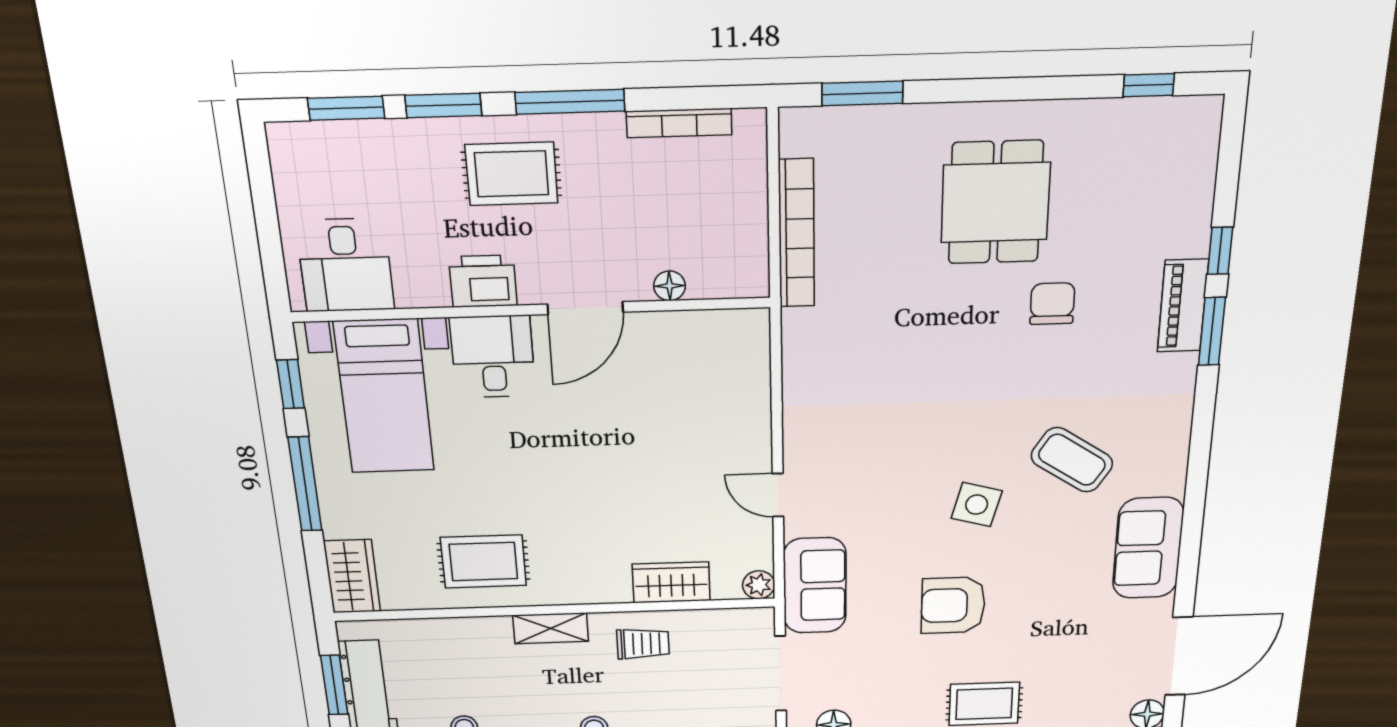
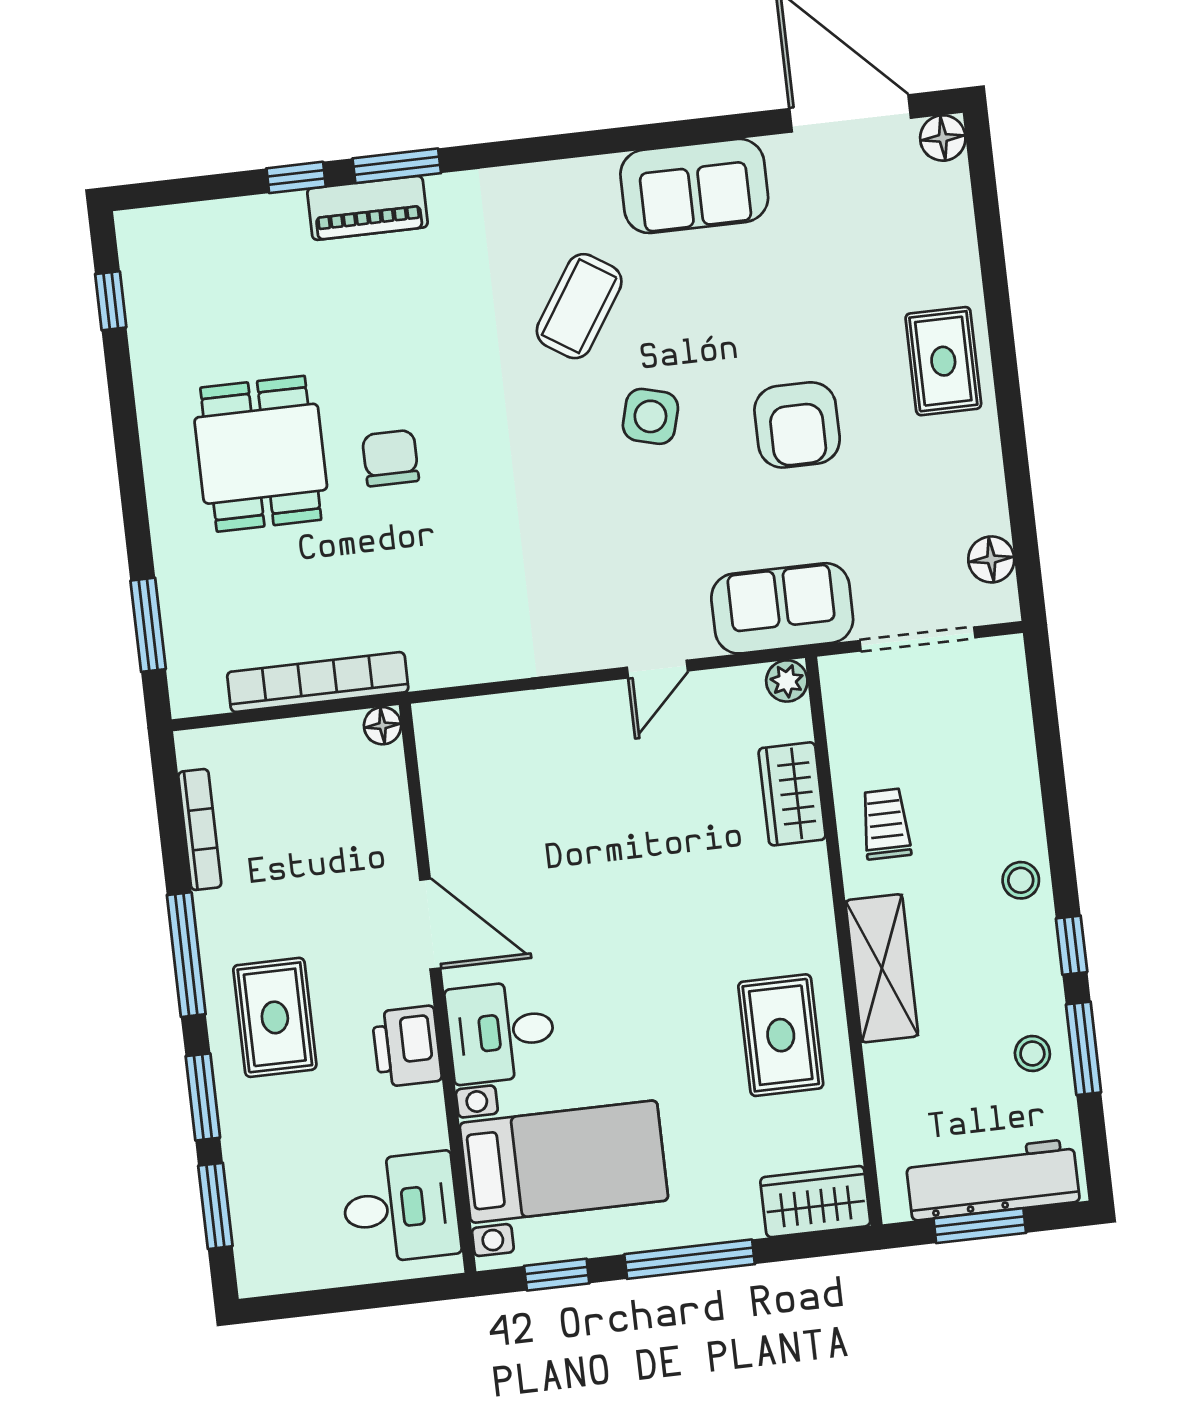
dining table: (996, 203) -> (261, 454), turned 90
floor lamp: (670, 286) -> (383, 726), moved
chair: (1052, 304) -> (390, 458), moved, turned 90
shelving: (551, 628) -> (882, 968), width x1.50, depth x1.33

